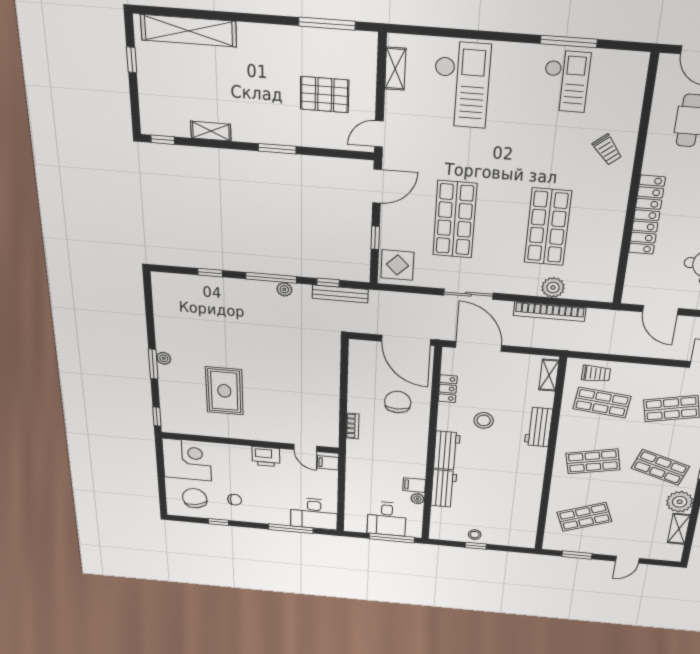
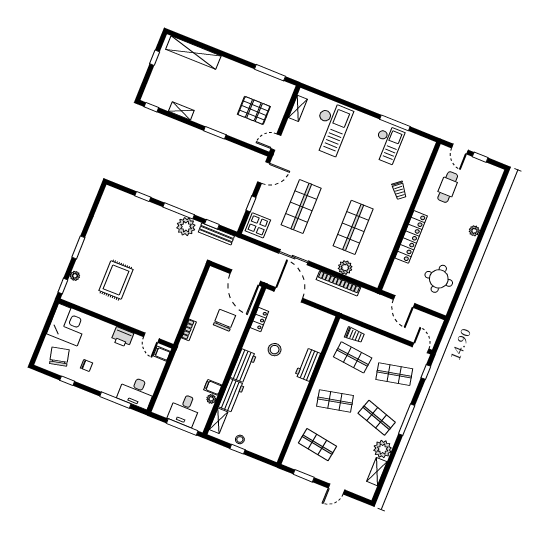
plant: (284, 289) -> (186, 227), width x1.88, depth x1.88
plant: (164, 358) -> (75, 276), moved
shelving: (549, 375) -> (218, 421), moved
shop shelf: (584, 517) -> (317, 445), turned 30

